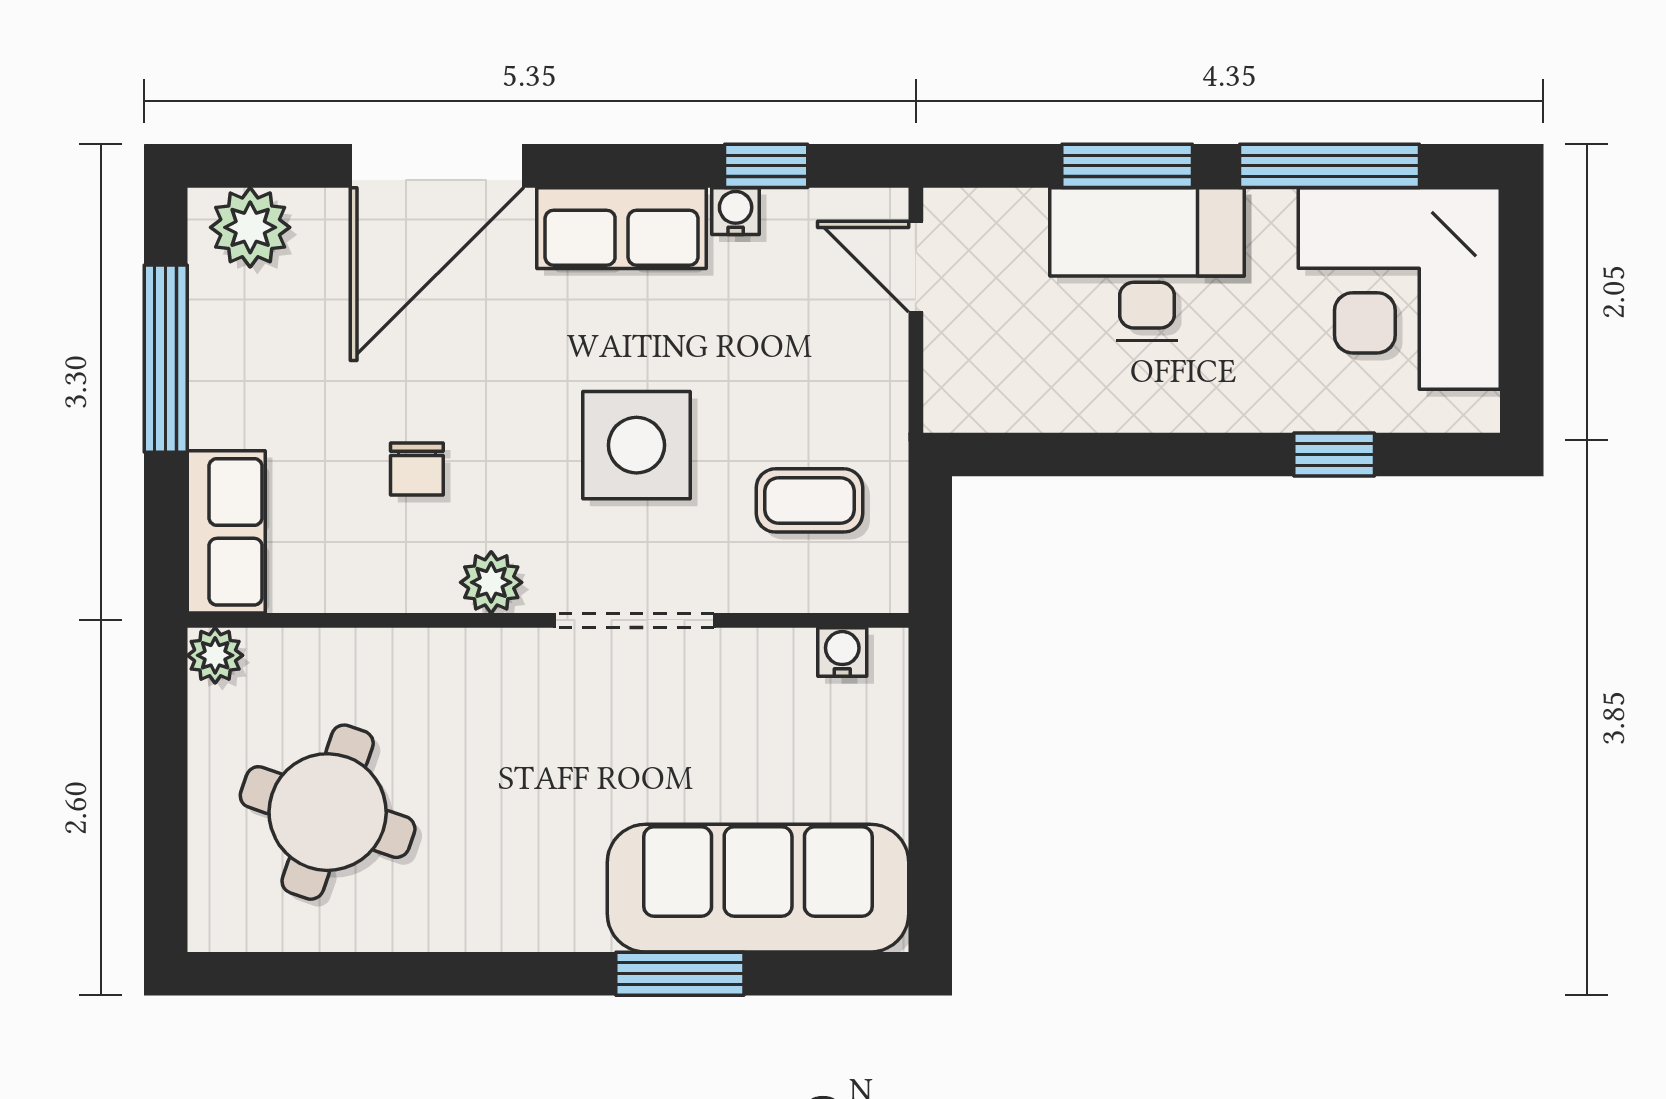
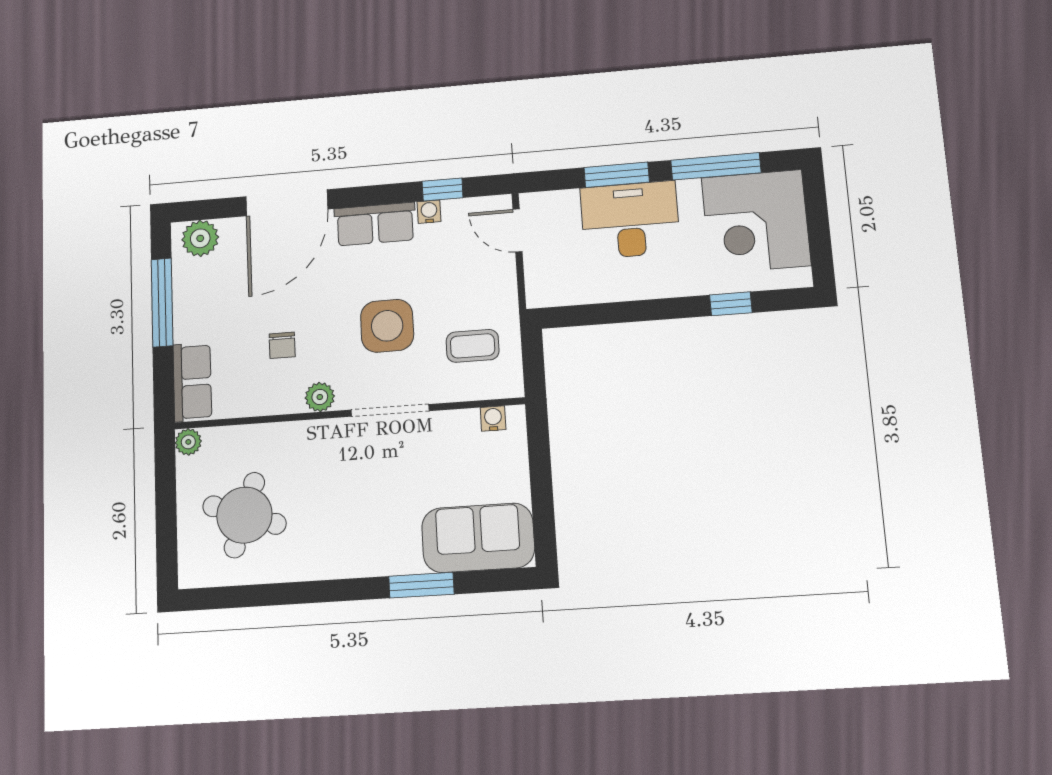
sofa: (758, 888) -> (478, 538), width x0.73

